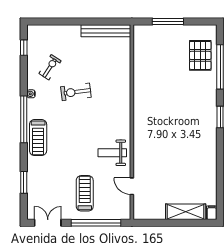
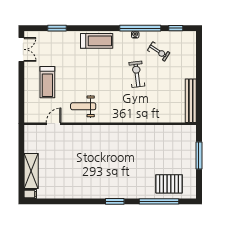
window: (24, 119) -> (140, 28), moved
treadmill: (38, 138) -> (97, 41), turned 180
weight bench: (112, 153) -> (83, 106), turned -90
treadmill: (85, 193) -> (47, 82), turned 90
window: (96, 223) -> (21, 92), removed

